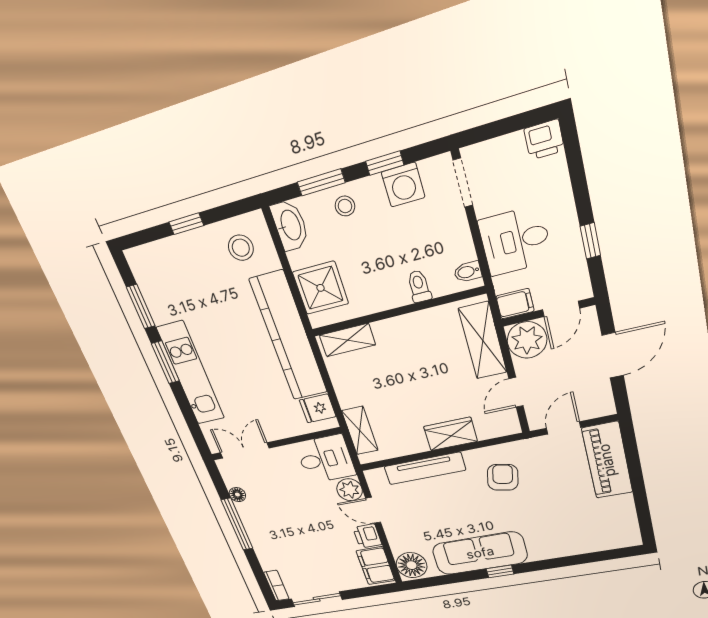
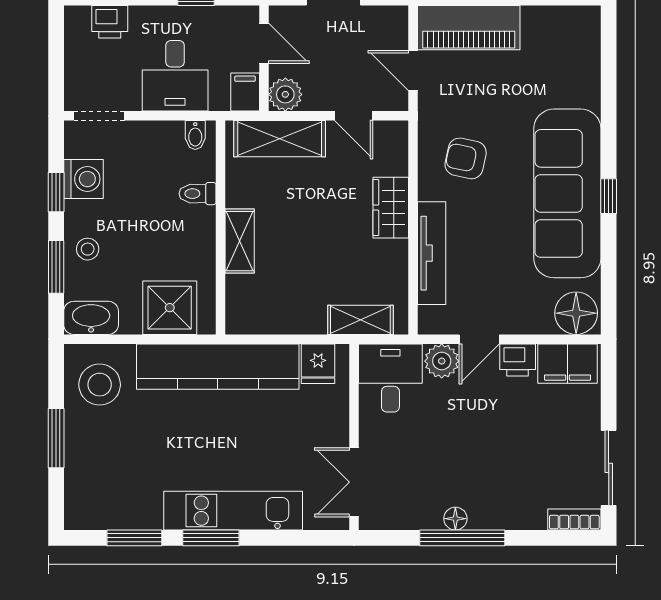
printer: (544, 140) -> (110, 22), moved, turned 90
window: (186, 224) -> (56, 438), width x1.50
stool: (241, 248) -> (100, 385), width x1.38, depth x1.38
shelving: (347, 340) -> (240, 241), moved
plant: (527, 340) -> (285, 94), width x0.73, depth x0.73
floor lamp: (237, 495) -> (455, 519), moved
sofa: (480, 553) -> (567, 193), width x1.36, depth x1.27

